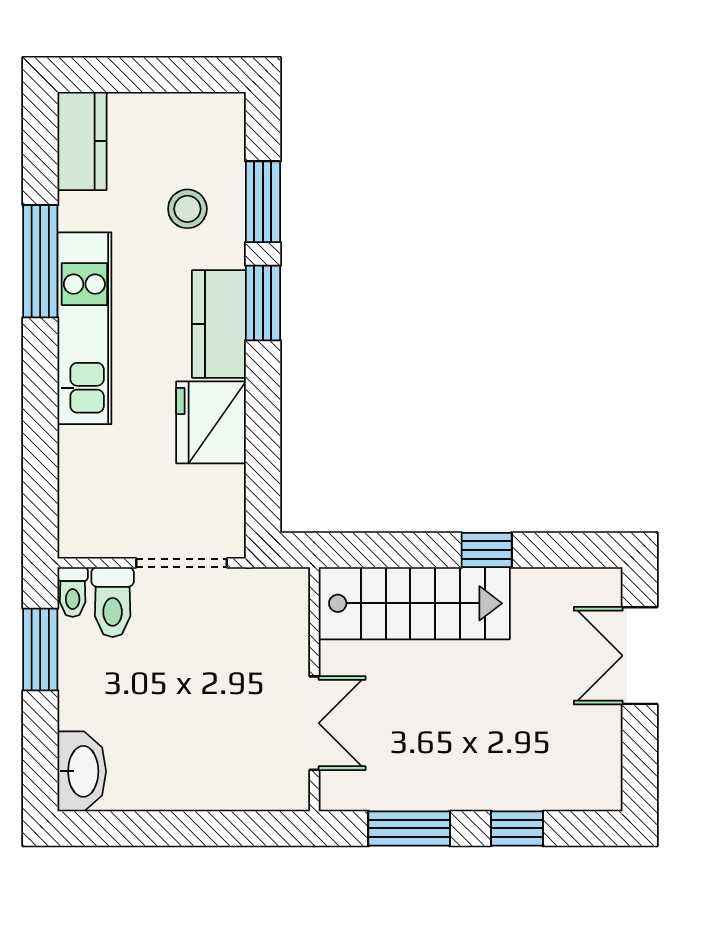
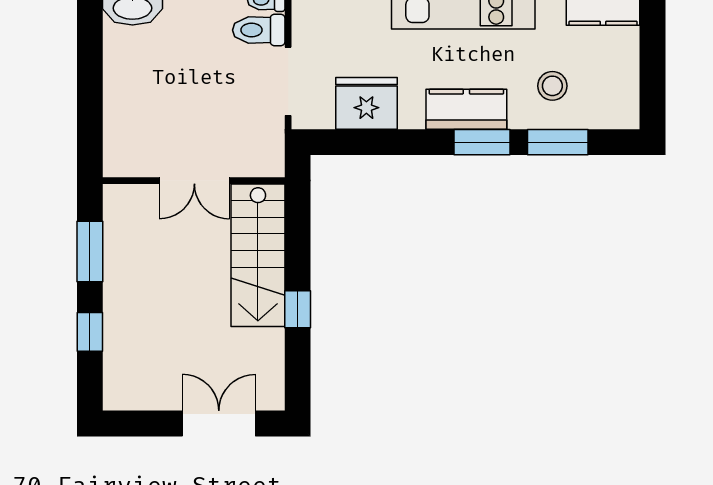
fridge: (211, 422) -> (366, 103), moved
double door: (314, 723) -> (194, 181), moved

